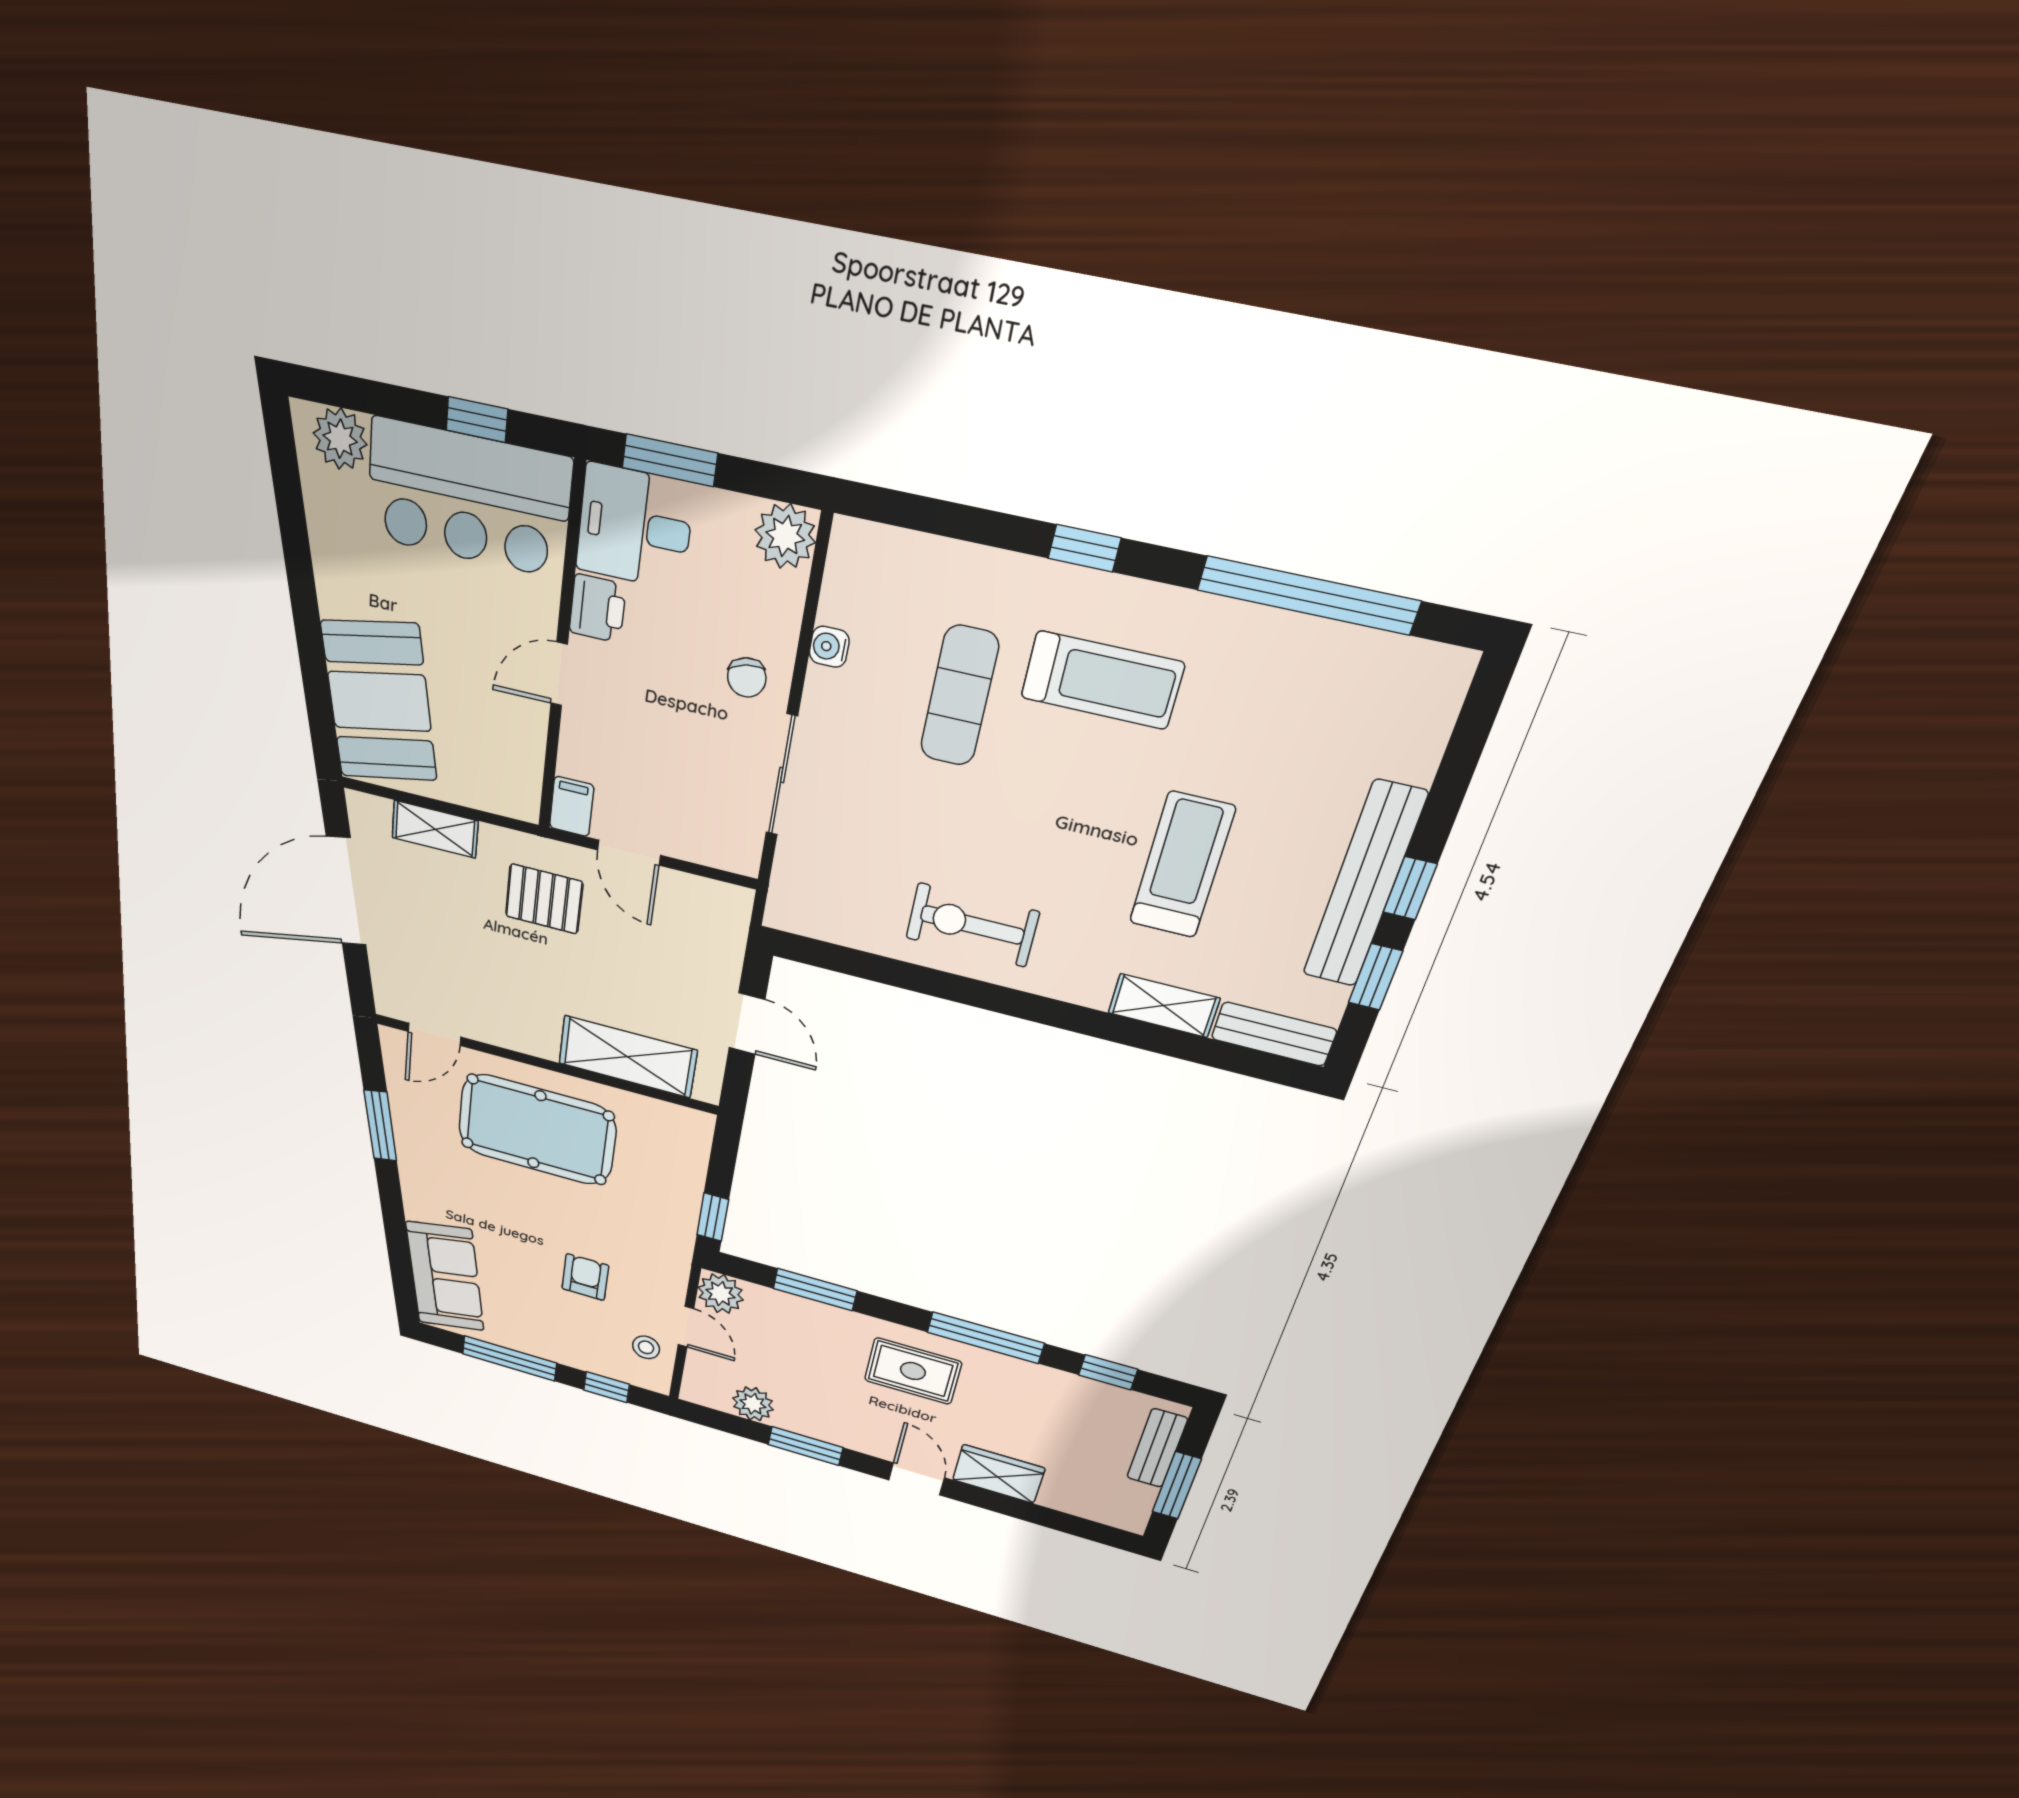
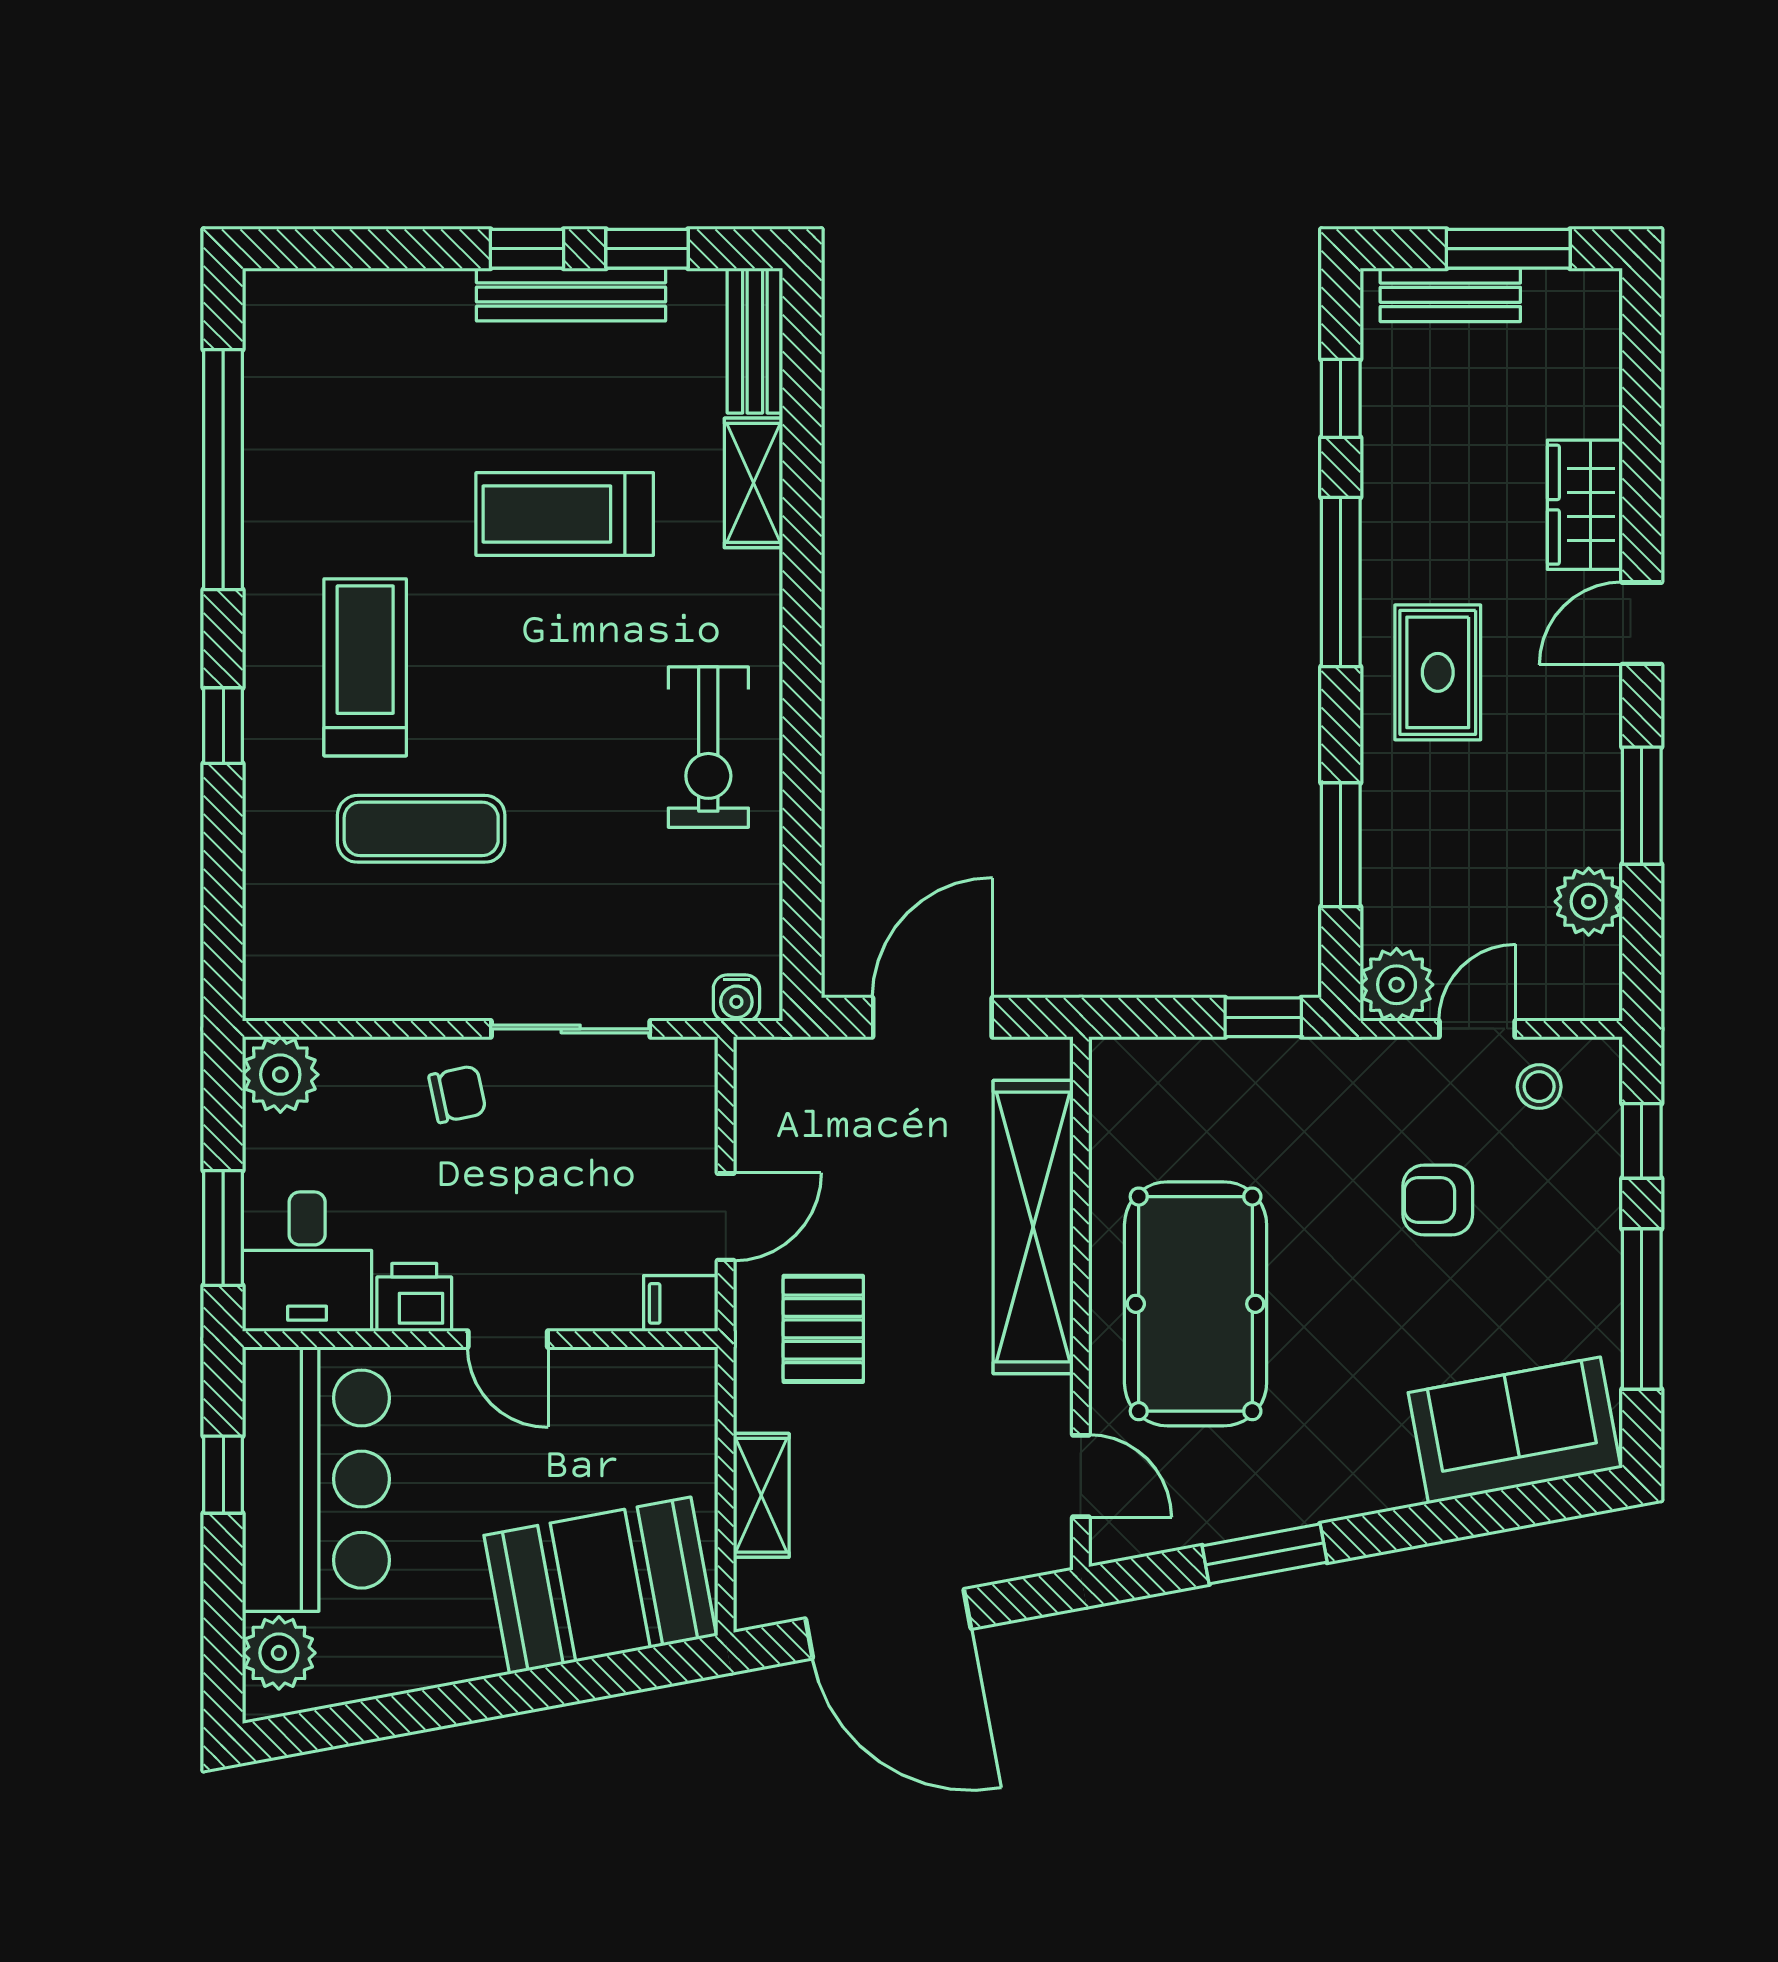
water cooler: (829, 647) -> (736, 998), moved
bench: (1364, 885) -> (571, 295), width x0.73, depth x0.82
door: (747, 1024) -> (932, 1017), width x1.38
shelving: (628, 1057) -> (1033, 1227), width x1.47

